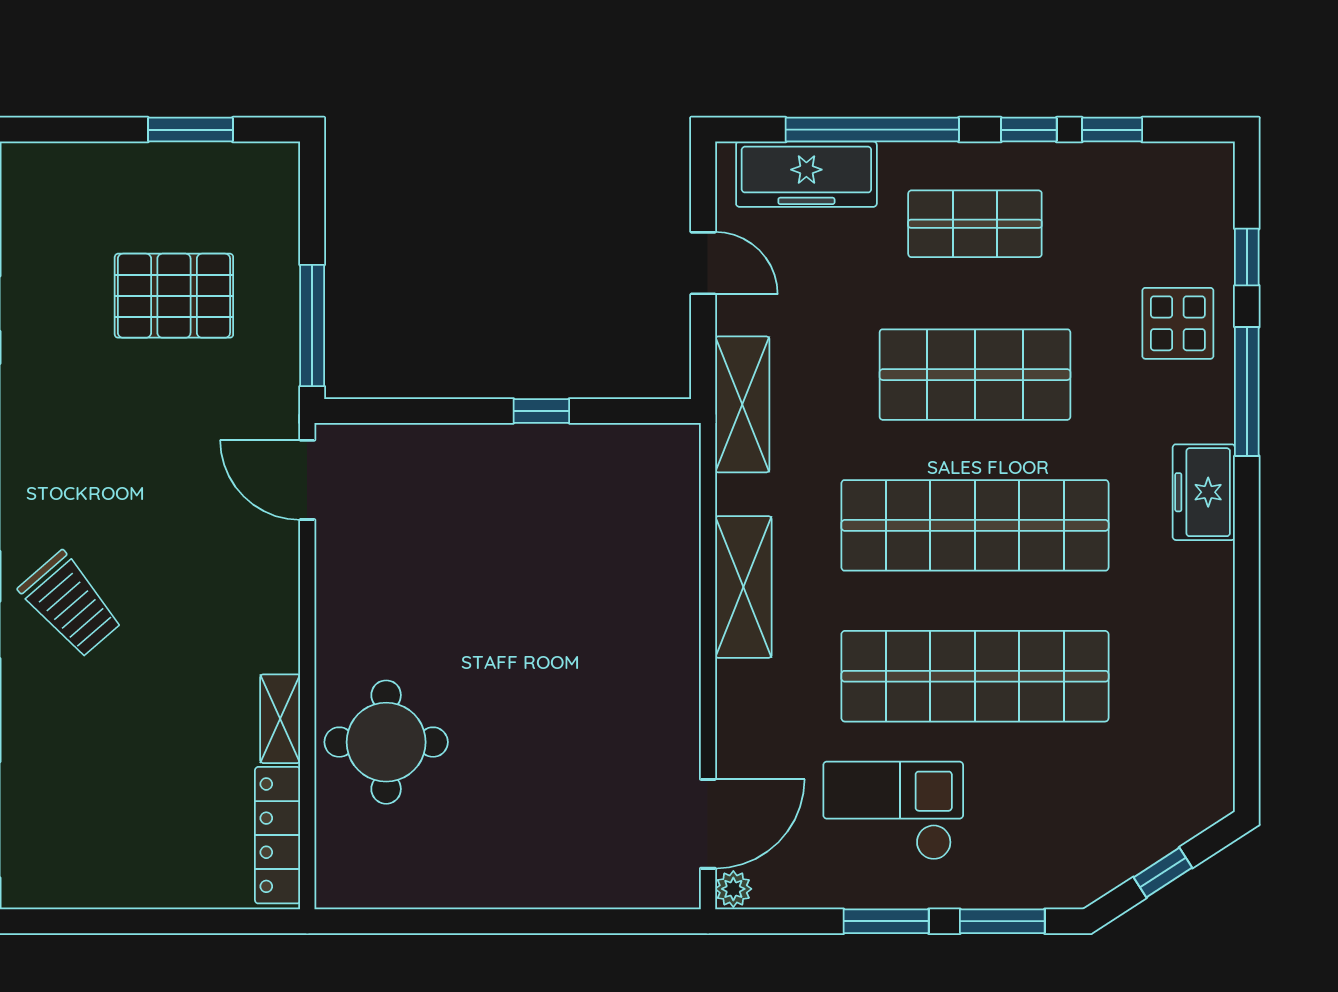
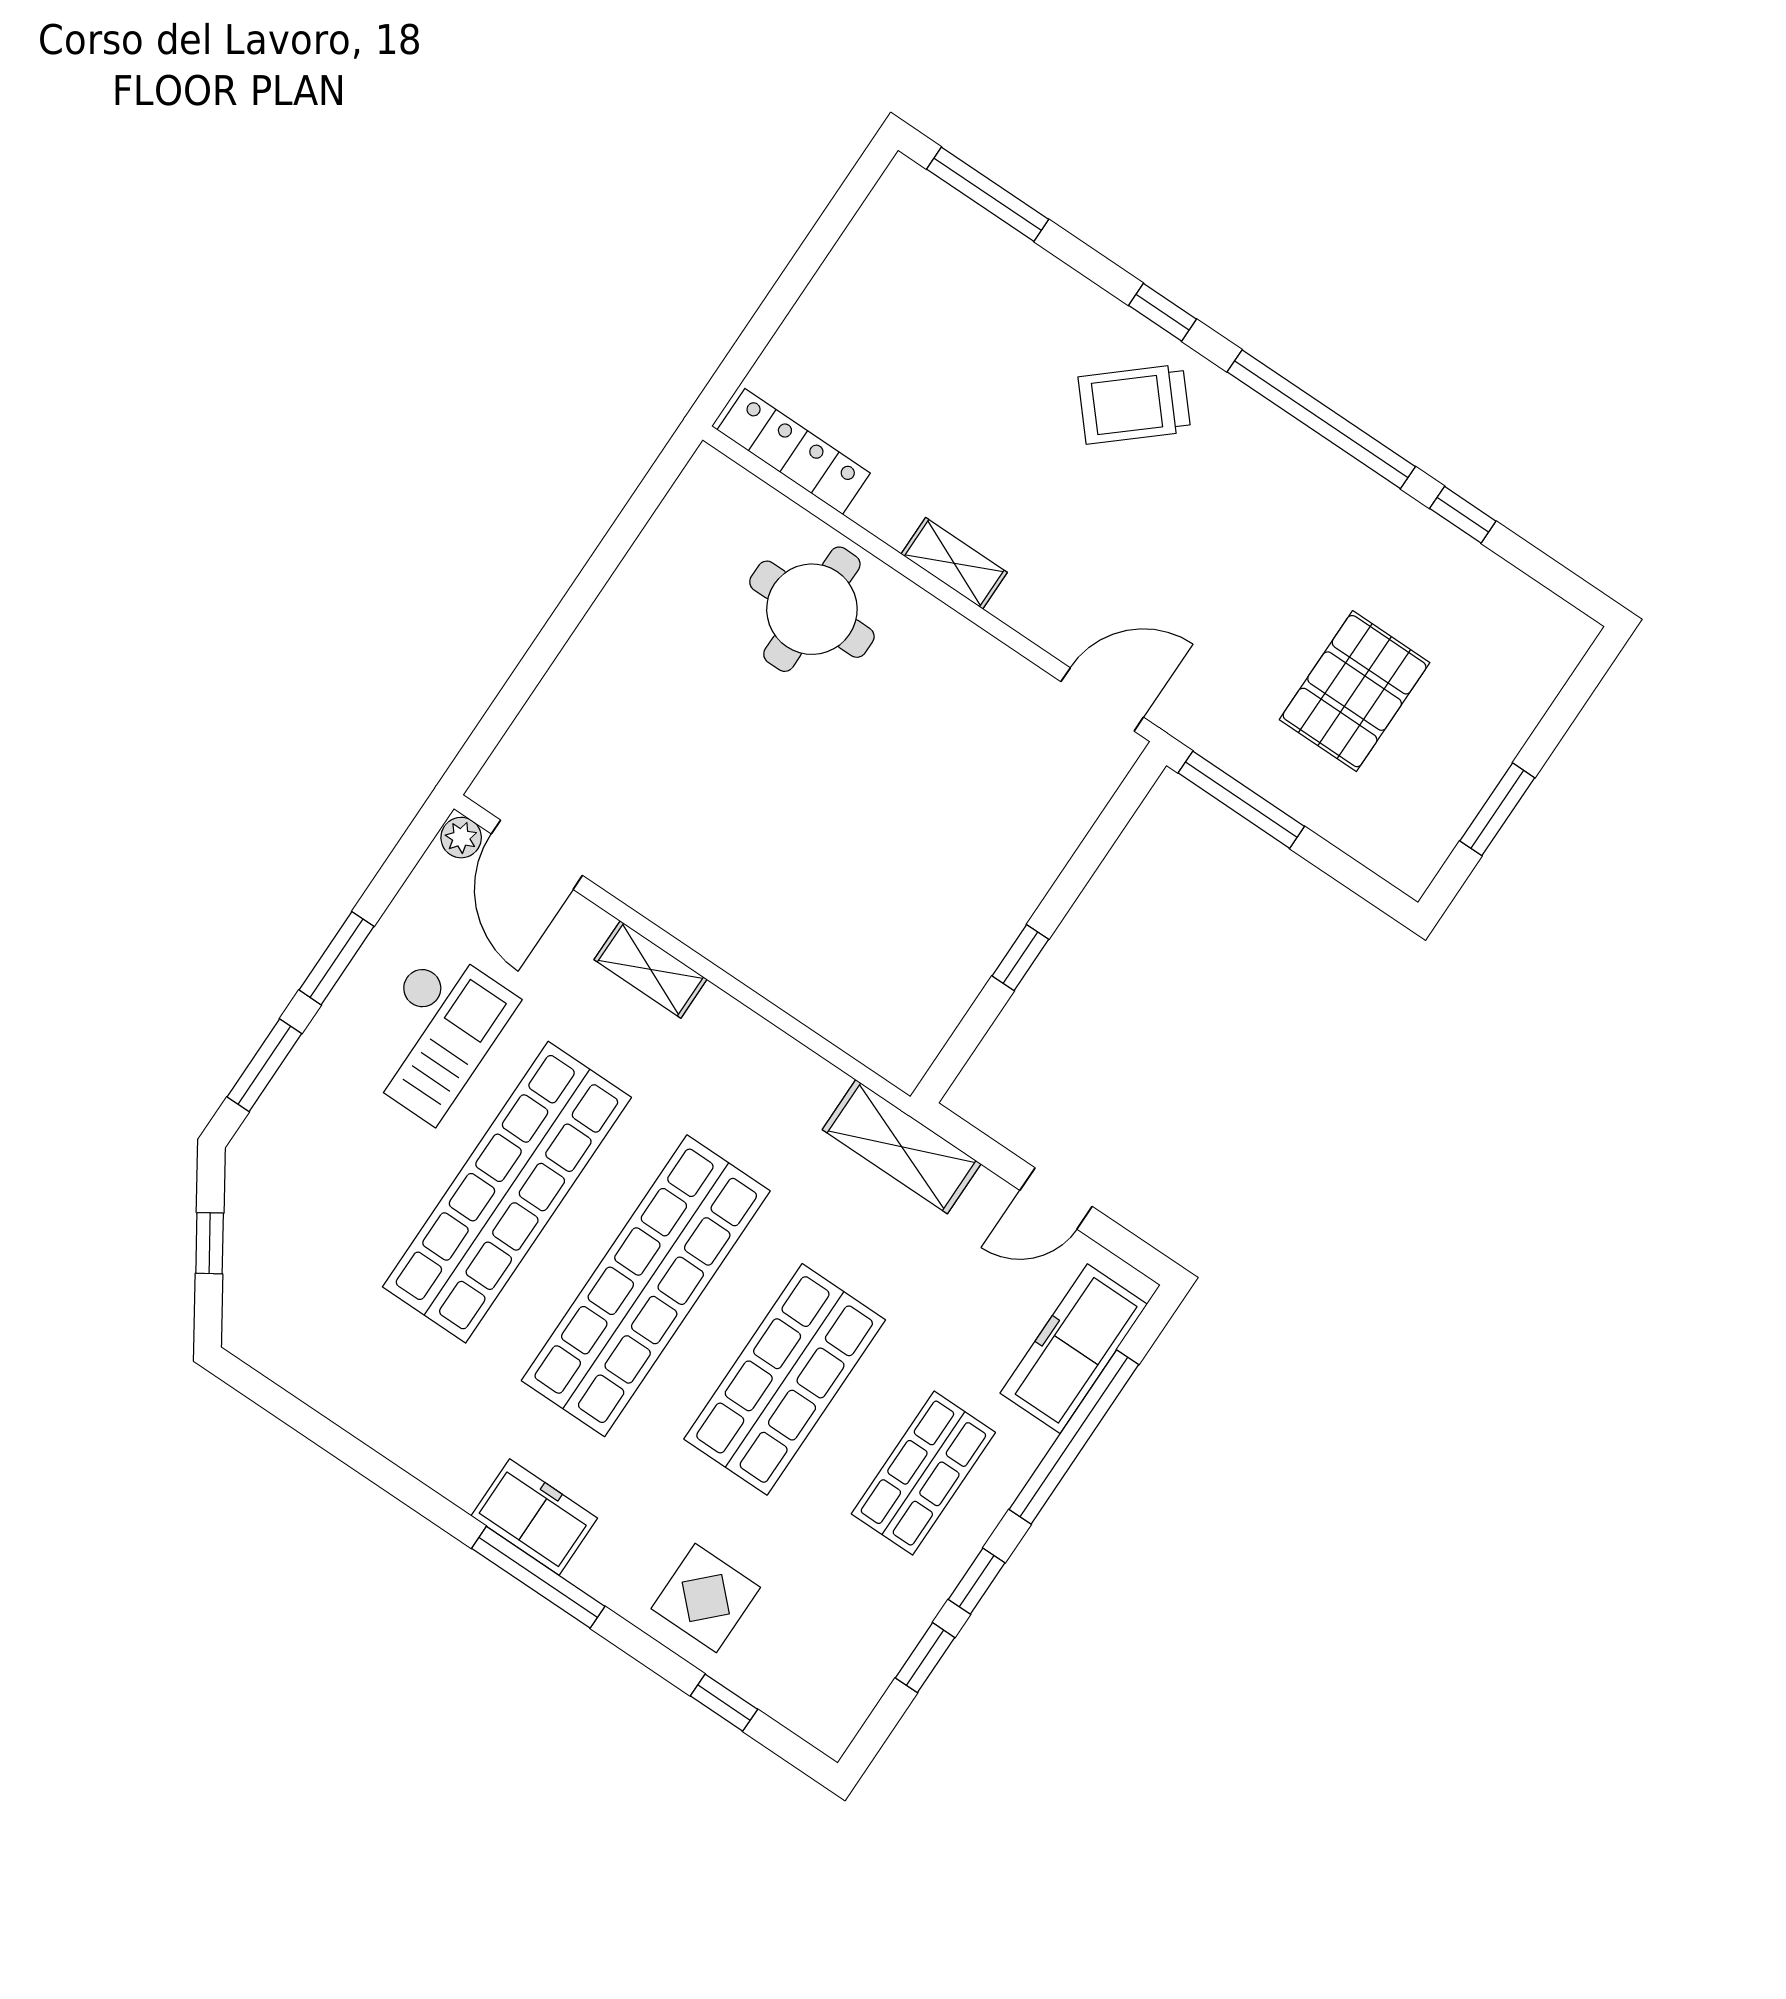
window: (1247, 392) -> (538, 1577), moved
shelving: (743, 587) -> (651, 969), moved, width x0.67, depth x0.75
shelving: (280, 719) -> (954, 563), moved

